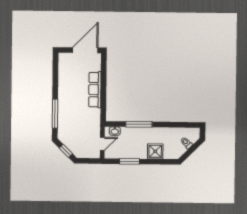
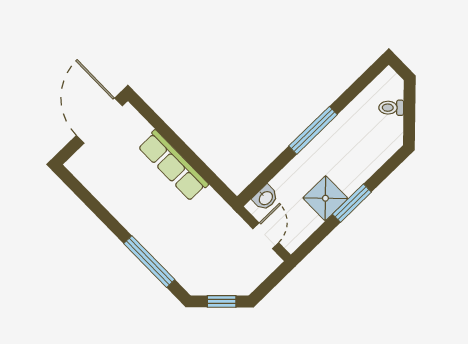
window: (139, 124) -> (313, 130), moved
shower: (155, 151) -> (325, 198), moved
window: (129, 161) -> (352, 203), moved

